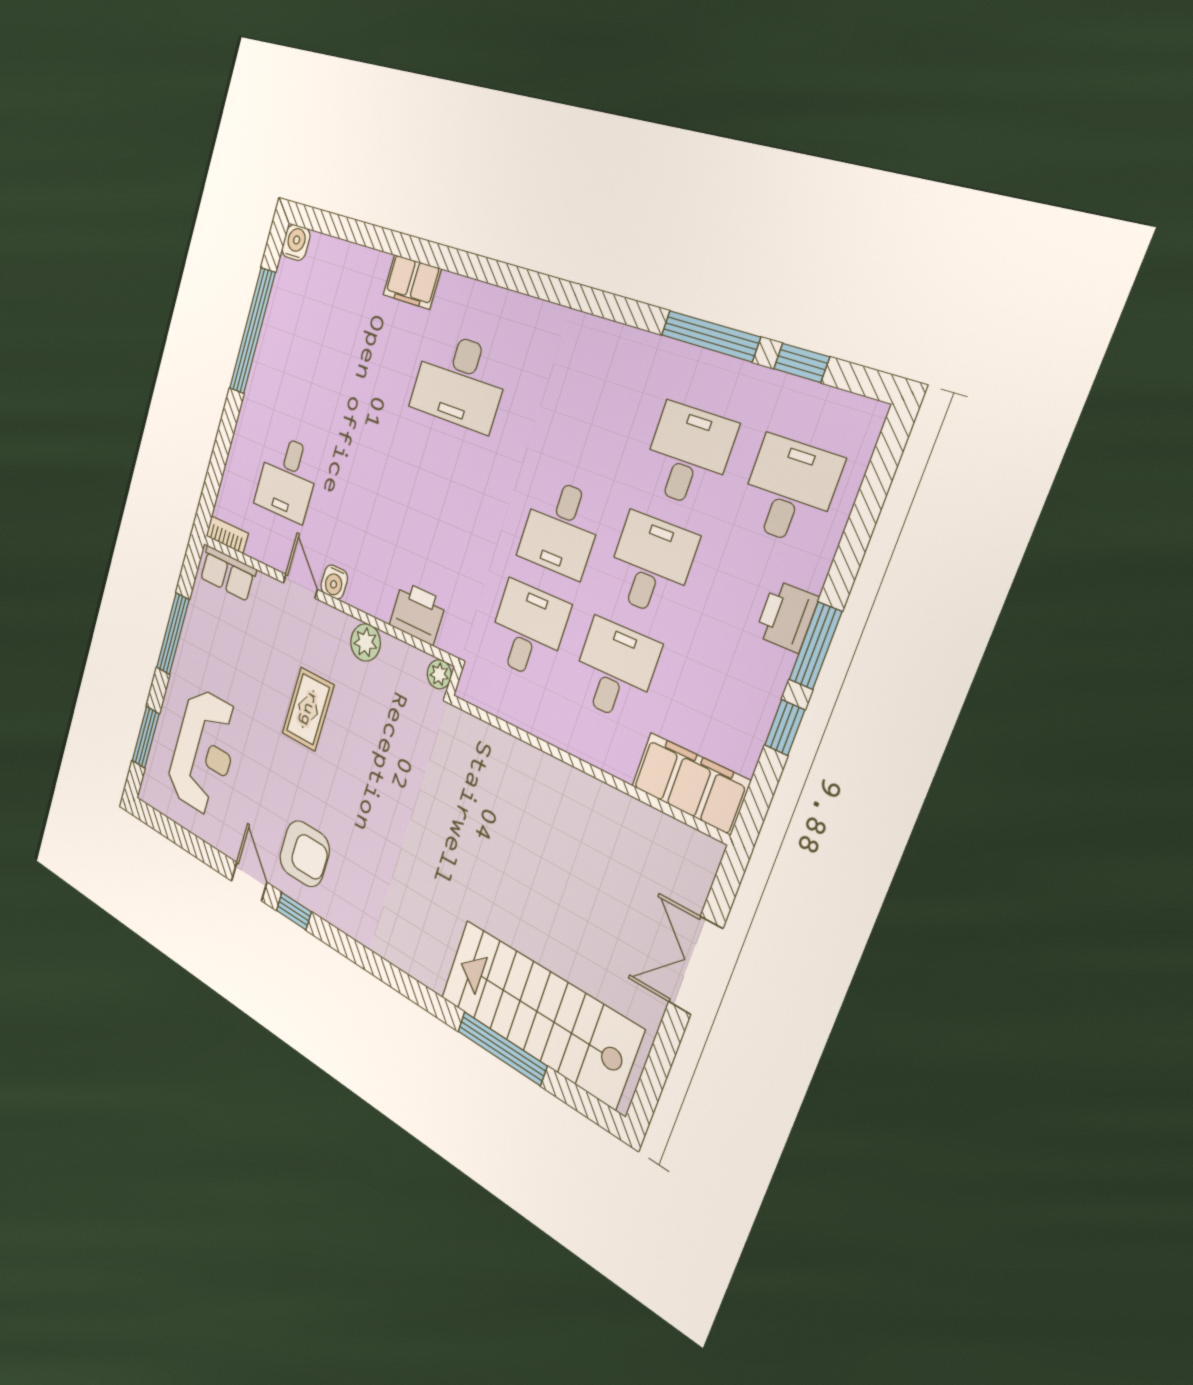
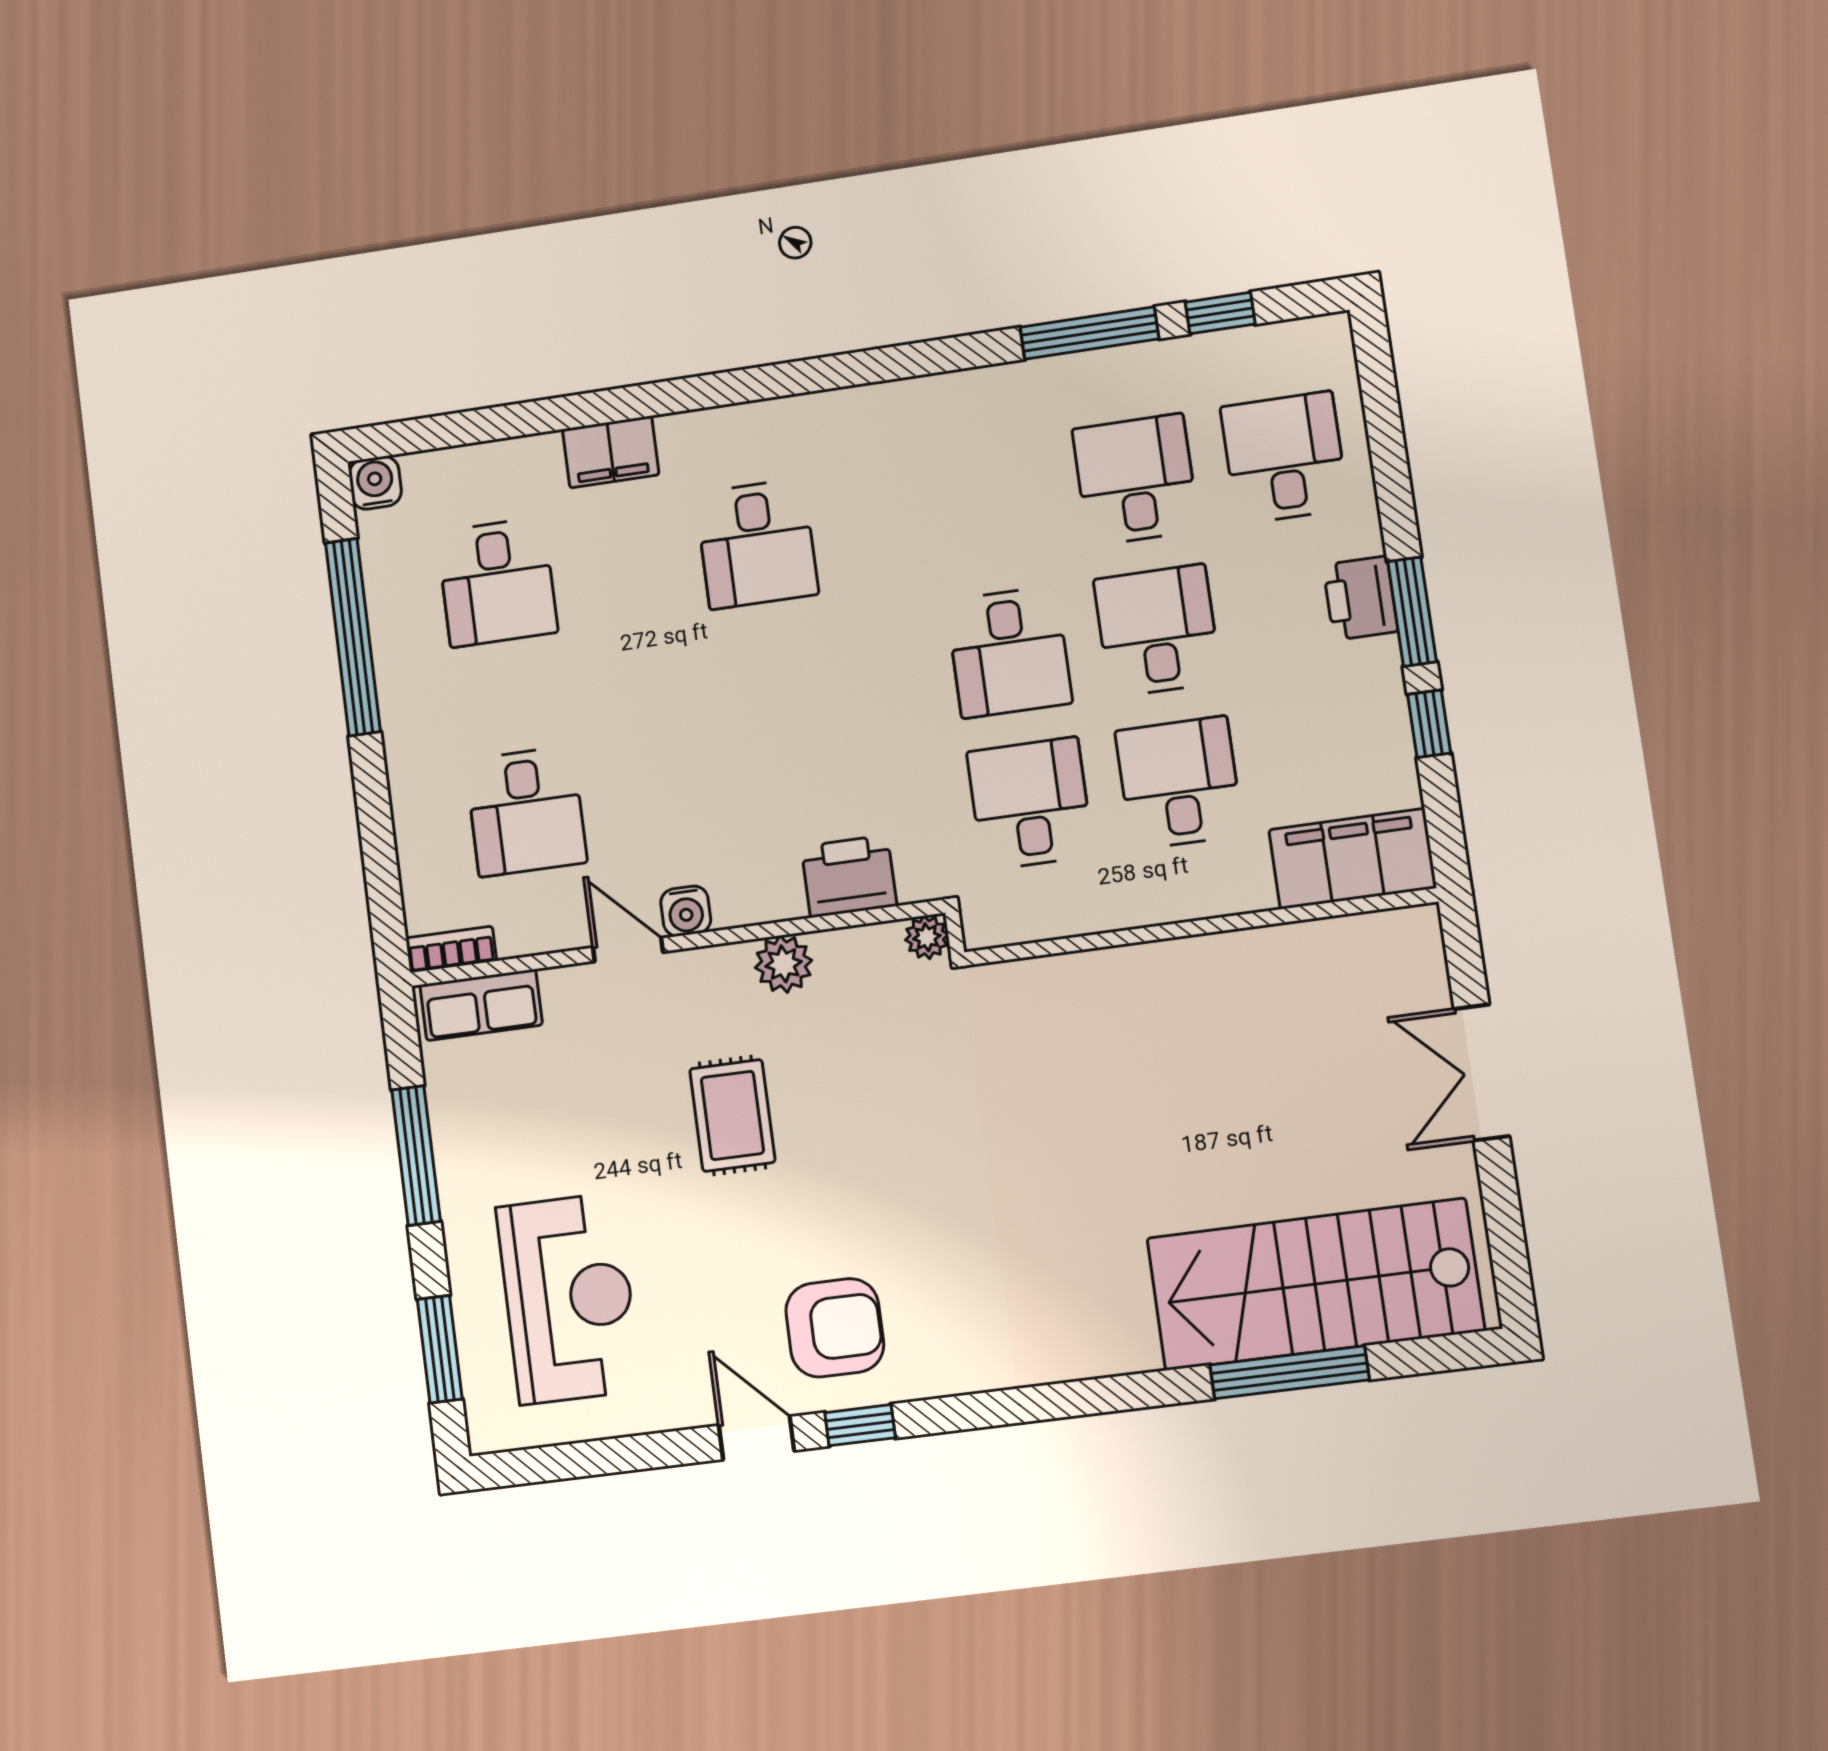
desk: (327, 335) -> (497, 582), added
desk: (460, 381) -> (757, 544), width x0.73

